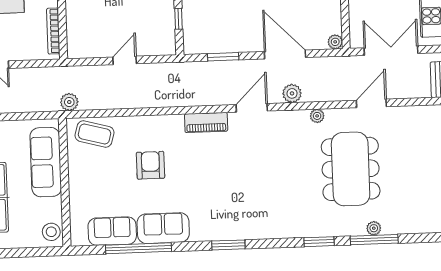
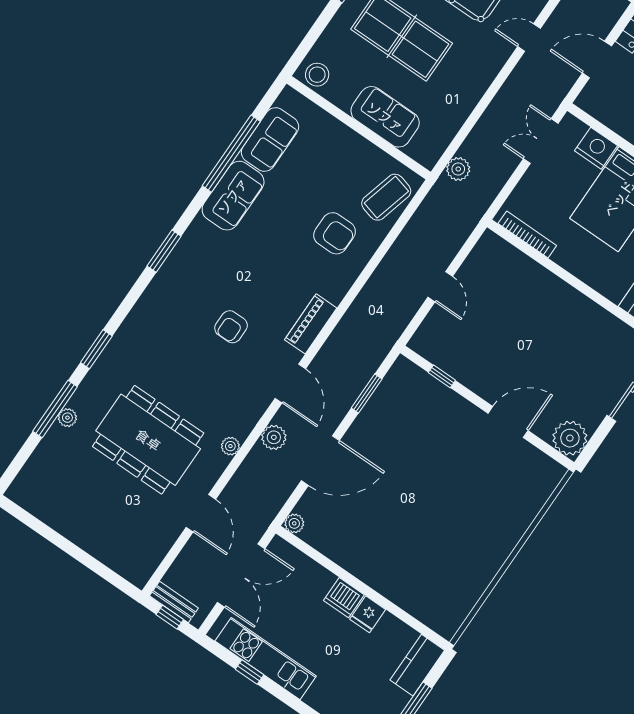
plant: (69, 102) -> (458, 169), moved
sofa: (46, 162) -> (385, 117), width x0.73
armchair: (150, 165) -> (335, 233), moved
armchair: (244, 170) -> (231, 327), added

